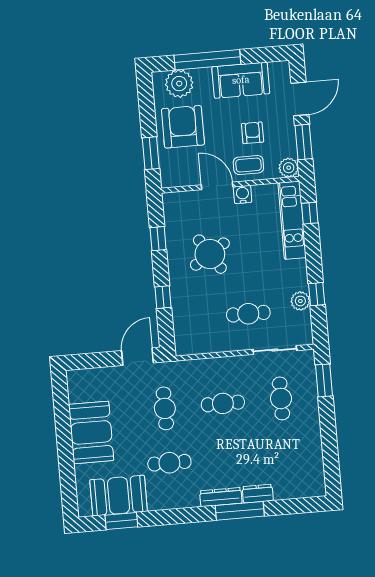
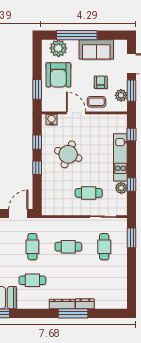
armchair: (183, 127) -> (58, 75), turned 180
plant: (289, 168) -> (121, 95), moved
water cooler: (243, 195) -> (52, 120), moved
kitchen unit: (292, 220) -> (120, 157), moved
round table: (210, 254) -> (68, 154), turned -37
window: (163, 297) -> (37, 168), moved

